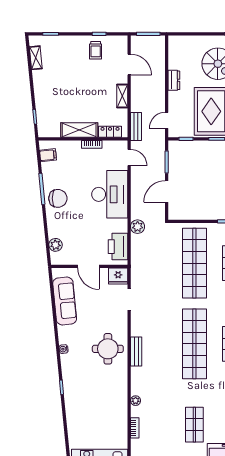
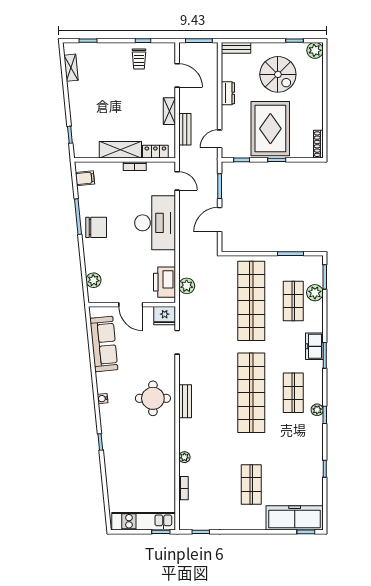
bench: (181, 40) -> (236, 48), added
bench: (136, 126) -> (185, 129), moved
plant: (138, 227) -> (187, 286), moved

